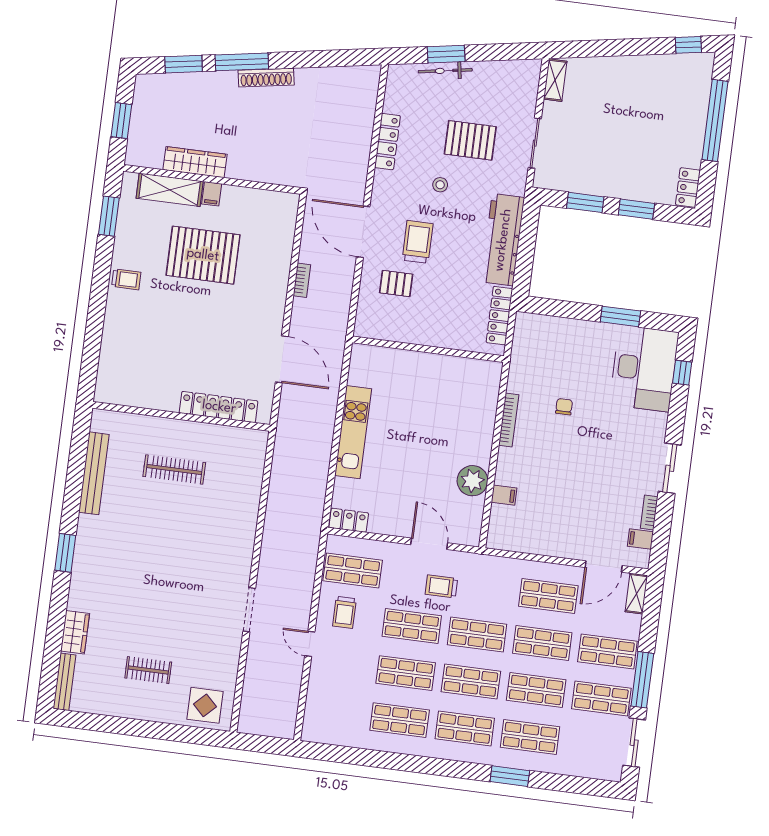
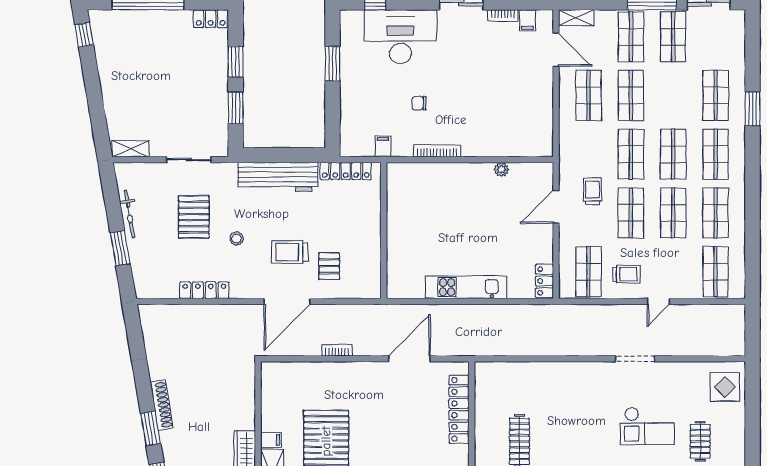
window: (242, 62) -> (151, 428), width x0.69
bicycle: (445, 71) -> (129, 214), moved
desk: (644, 368) -> (400, 37), moved
plant: (472, 481) -> (501, 170), width x0.53, depth x0.53
filing cabinet: (504, 495) -> (383, 146), moved
trolley: (441, 586) -> (592, 191), turned 180
checkout: (173, 614) -> (647, 426), added
shop shelf: (536, 690) -> (716, 272), moved

